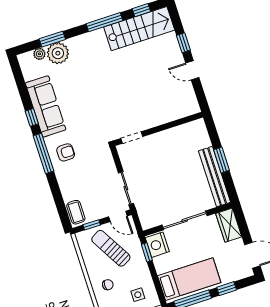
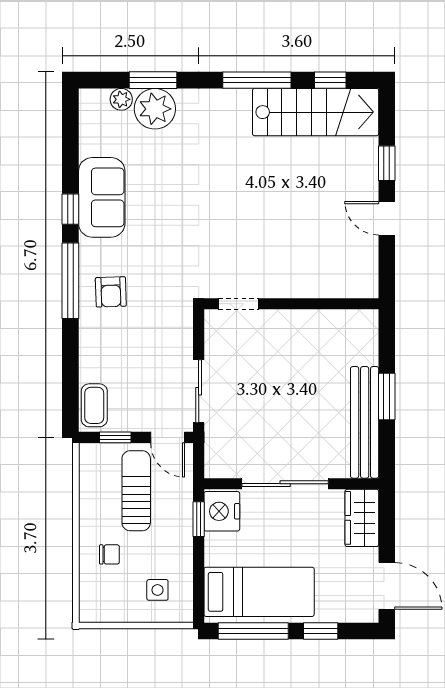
sofa: (46, 106) -> (102, 197), width x0.73
armchair: (66, 152) -> (111, 292), turned 88
sun lounger: (111, 248) -> (136, 491), turned 30

